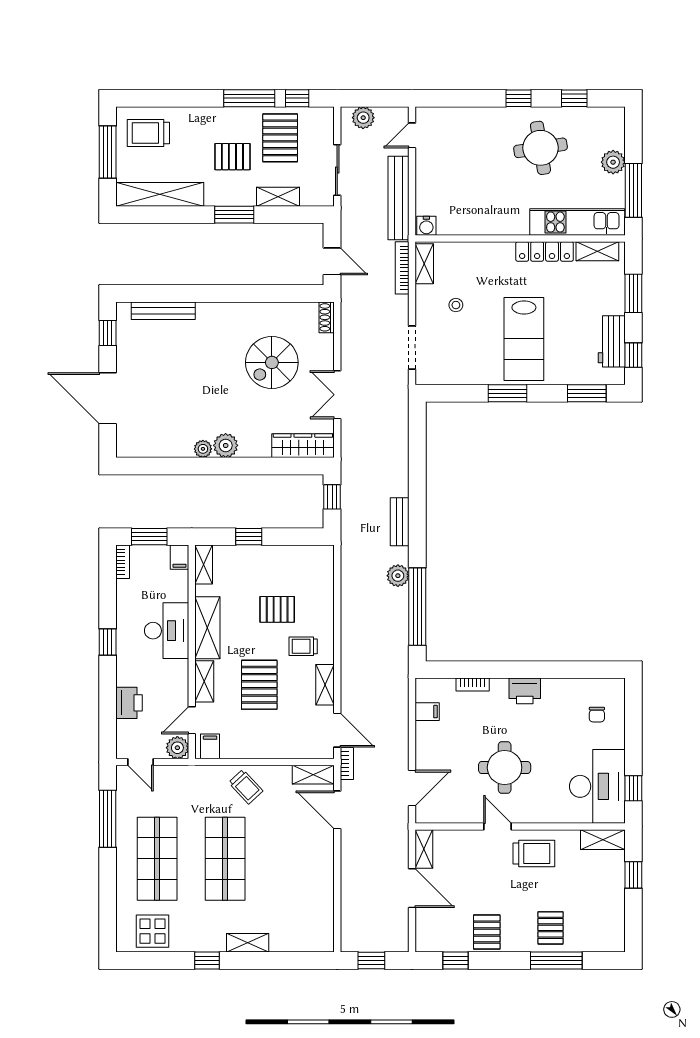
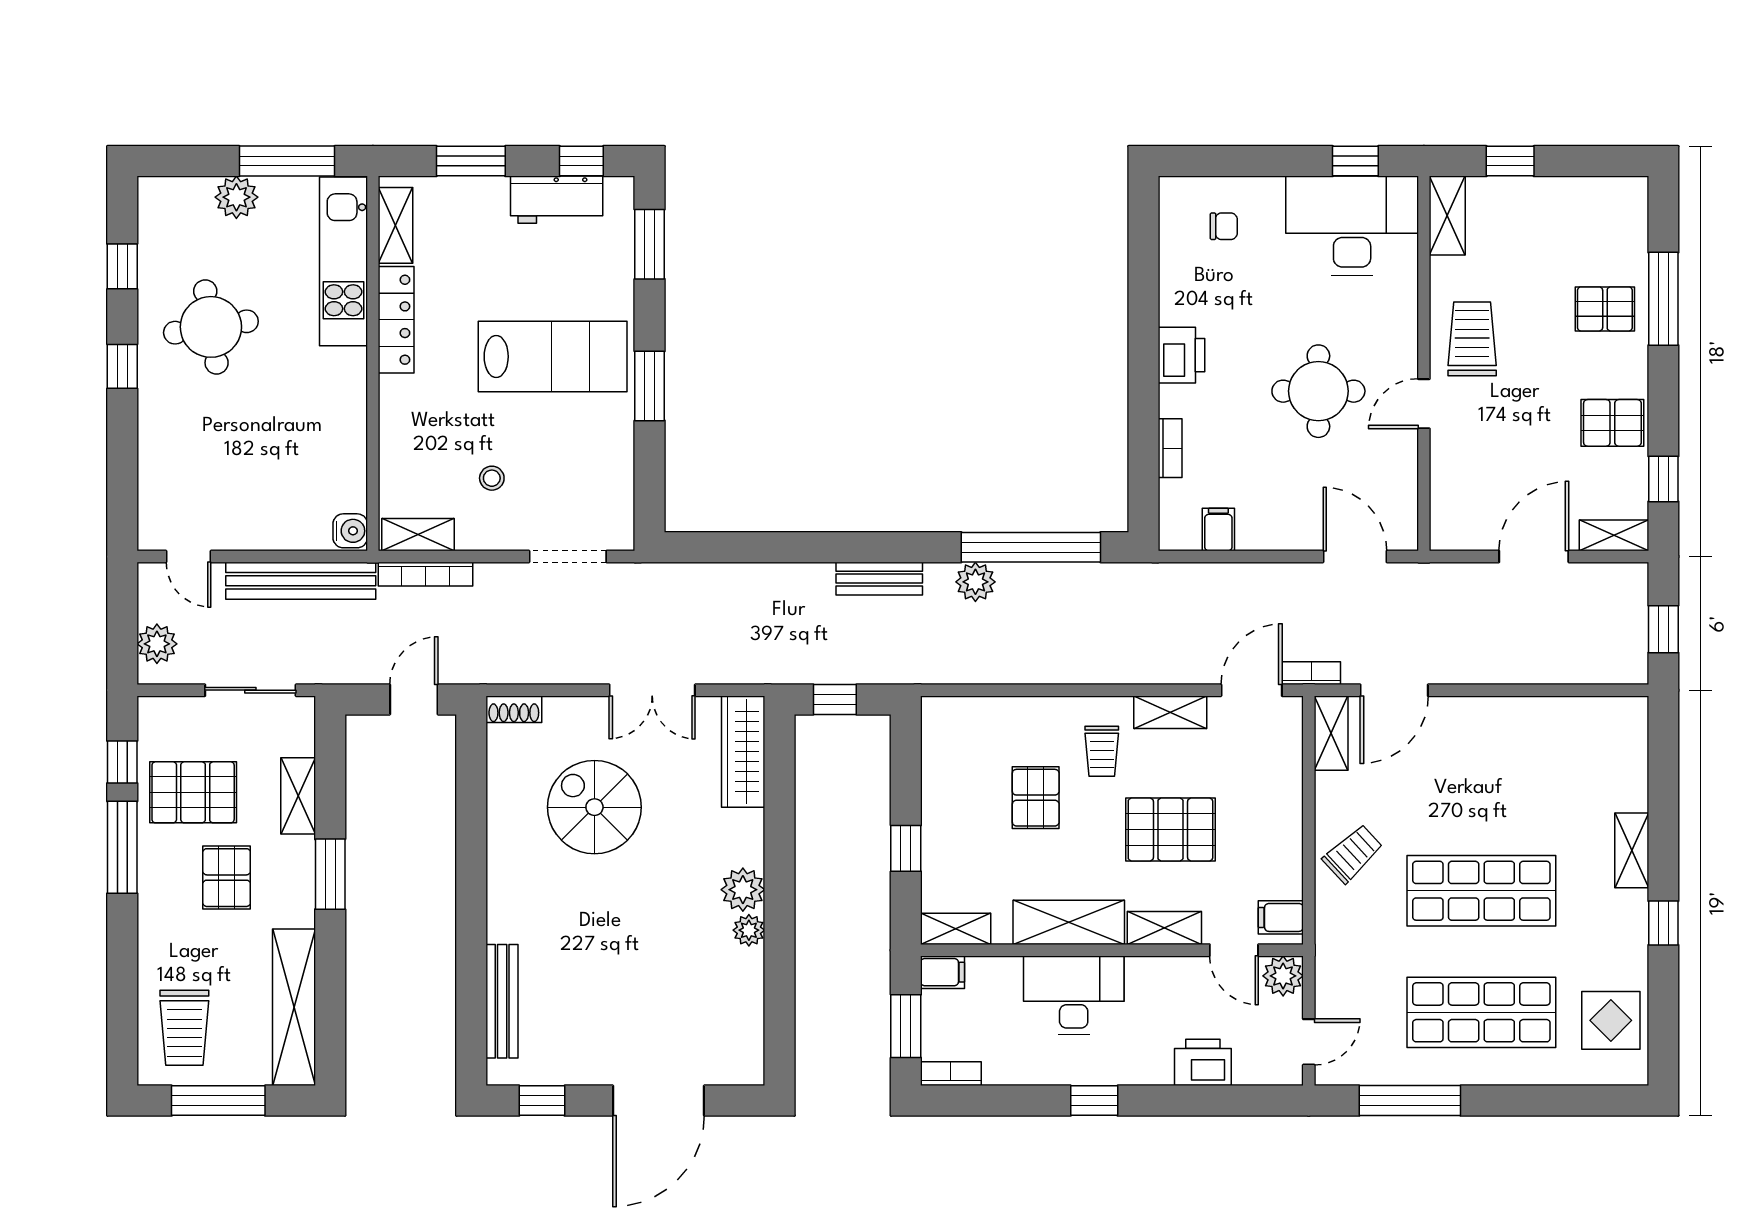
spiral stairs: (272, 362) -> (594, 807), turned 180
shelving: (424, 849) -> (1614, 535), moved

